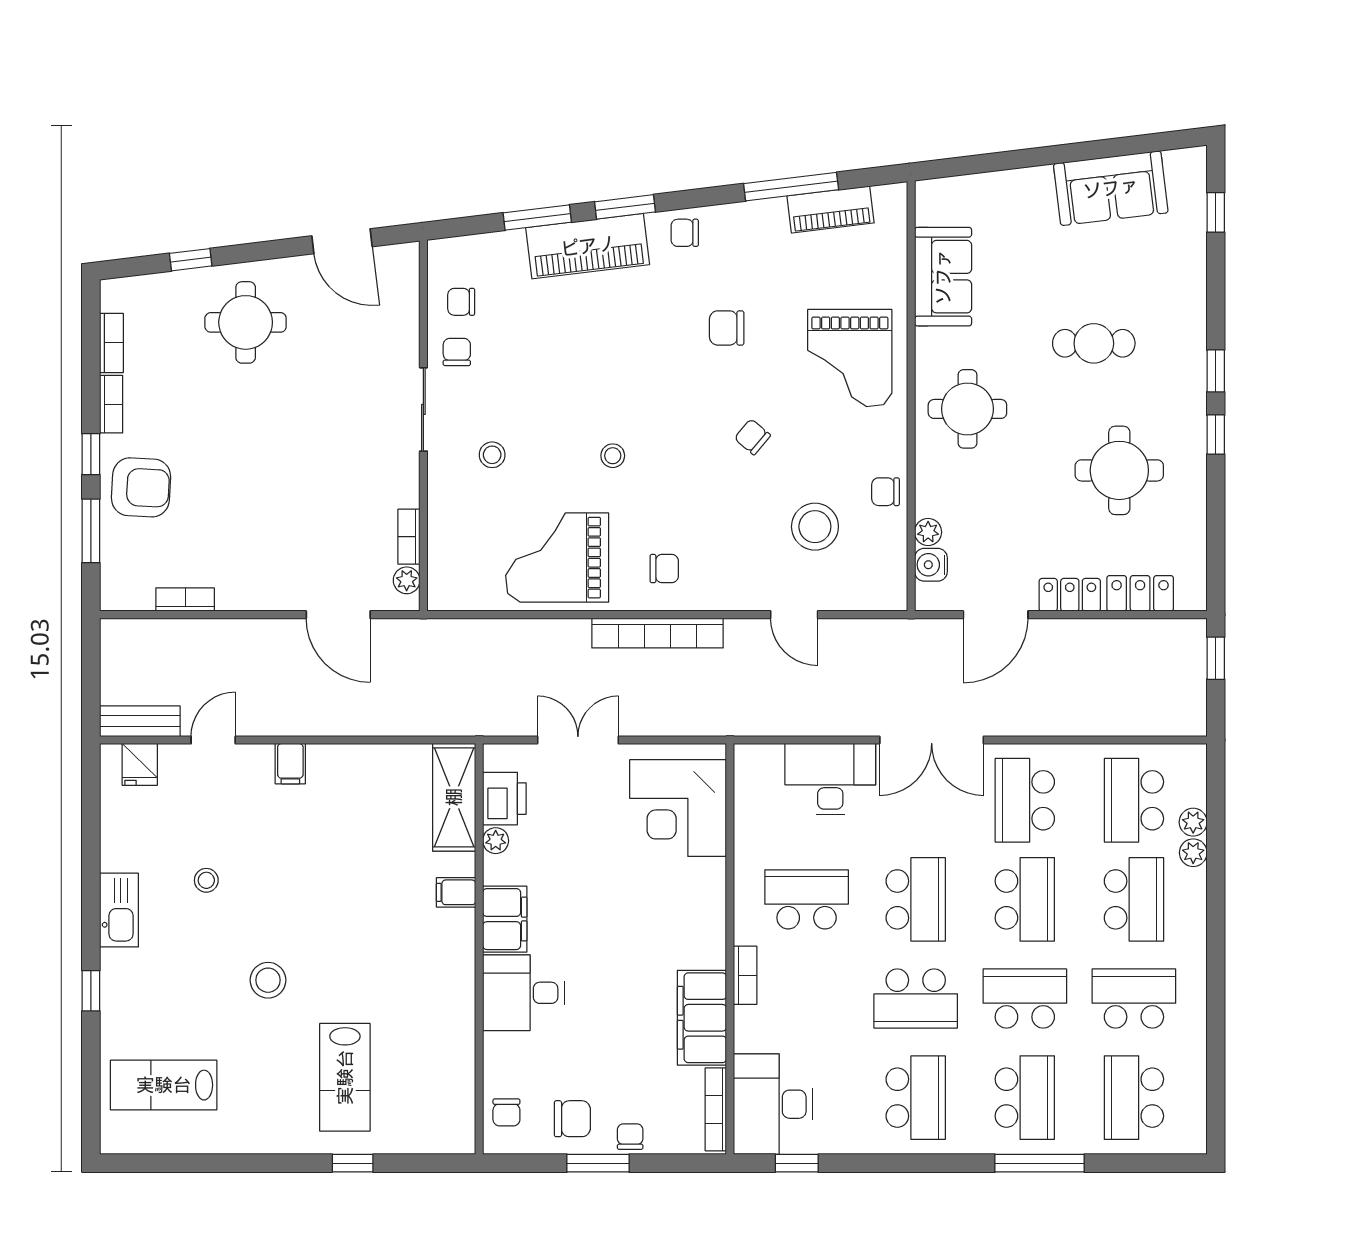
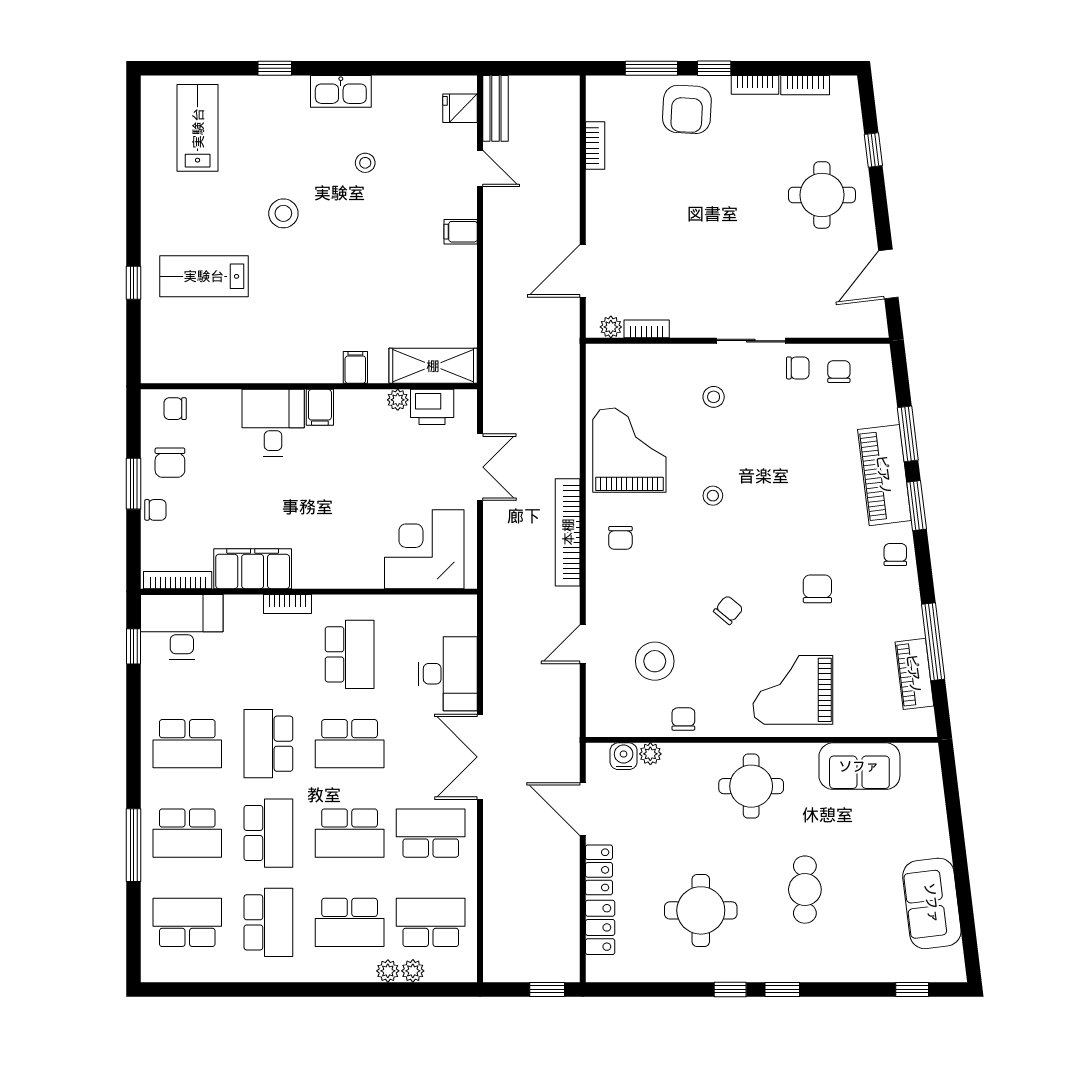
filing cabinet: (505, 919) -> (320, 407), width x0.50

